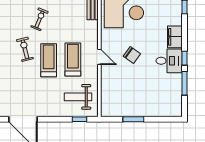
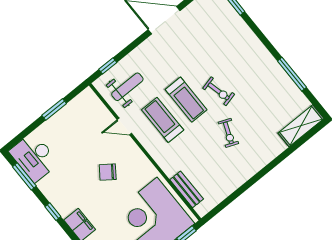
door: (99, 57) -> (124, 126), moved
treadmill: (73, 60) -> (163, 120), turned 180
desk: (169, 61) -> (34, 157), moved, width x1.37
window: (185, 83) -> (24, 176), moved

